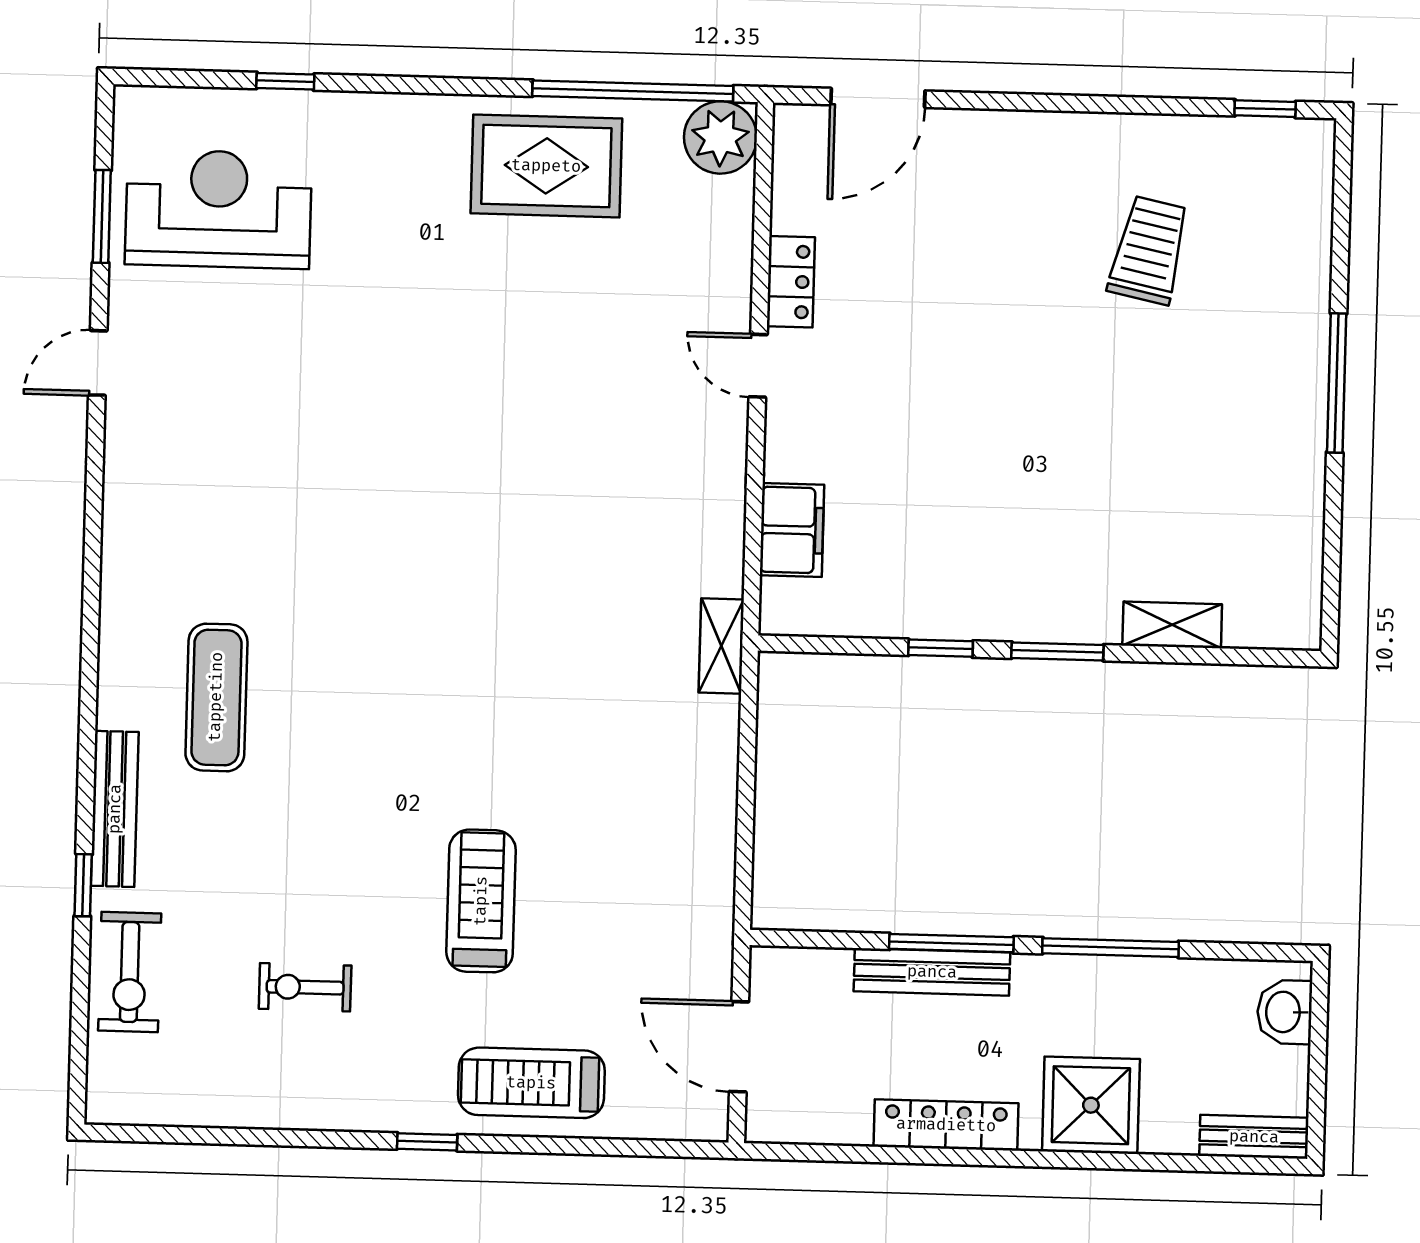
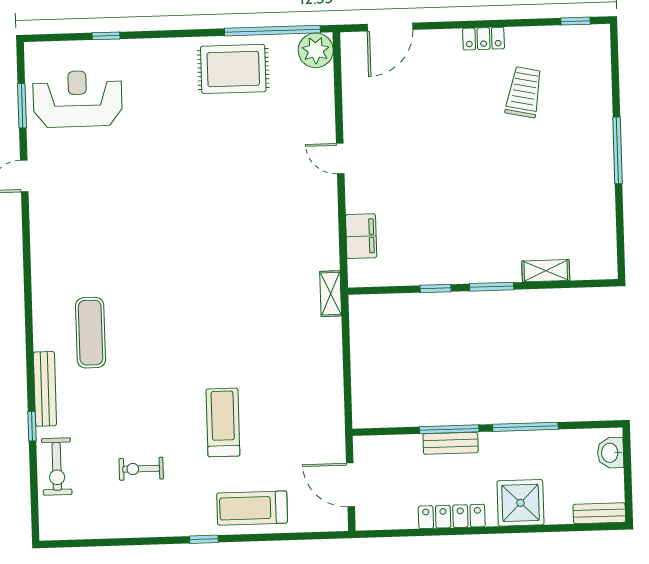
locker: (791, 282) -> (484, 39), moved, turned 90
bench: (932, 972) -> (451, 443), width x0.73

